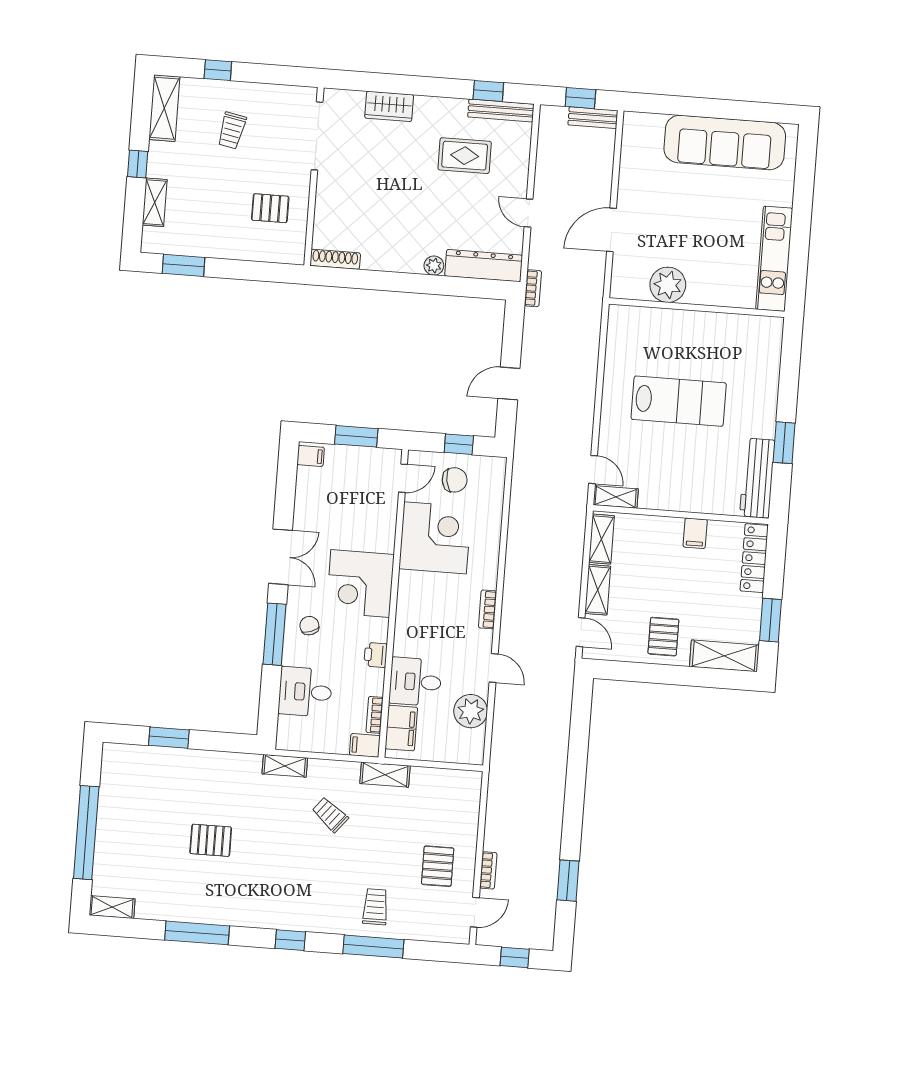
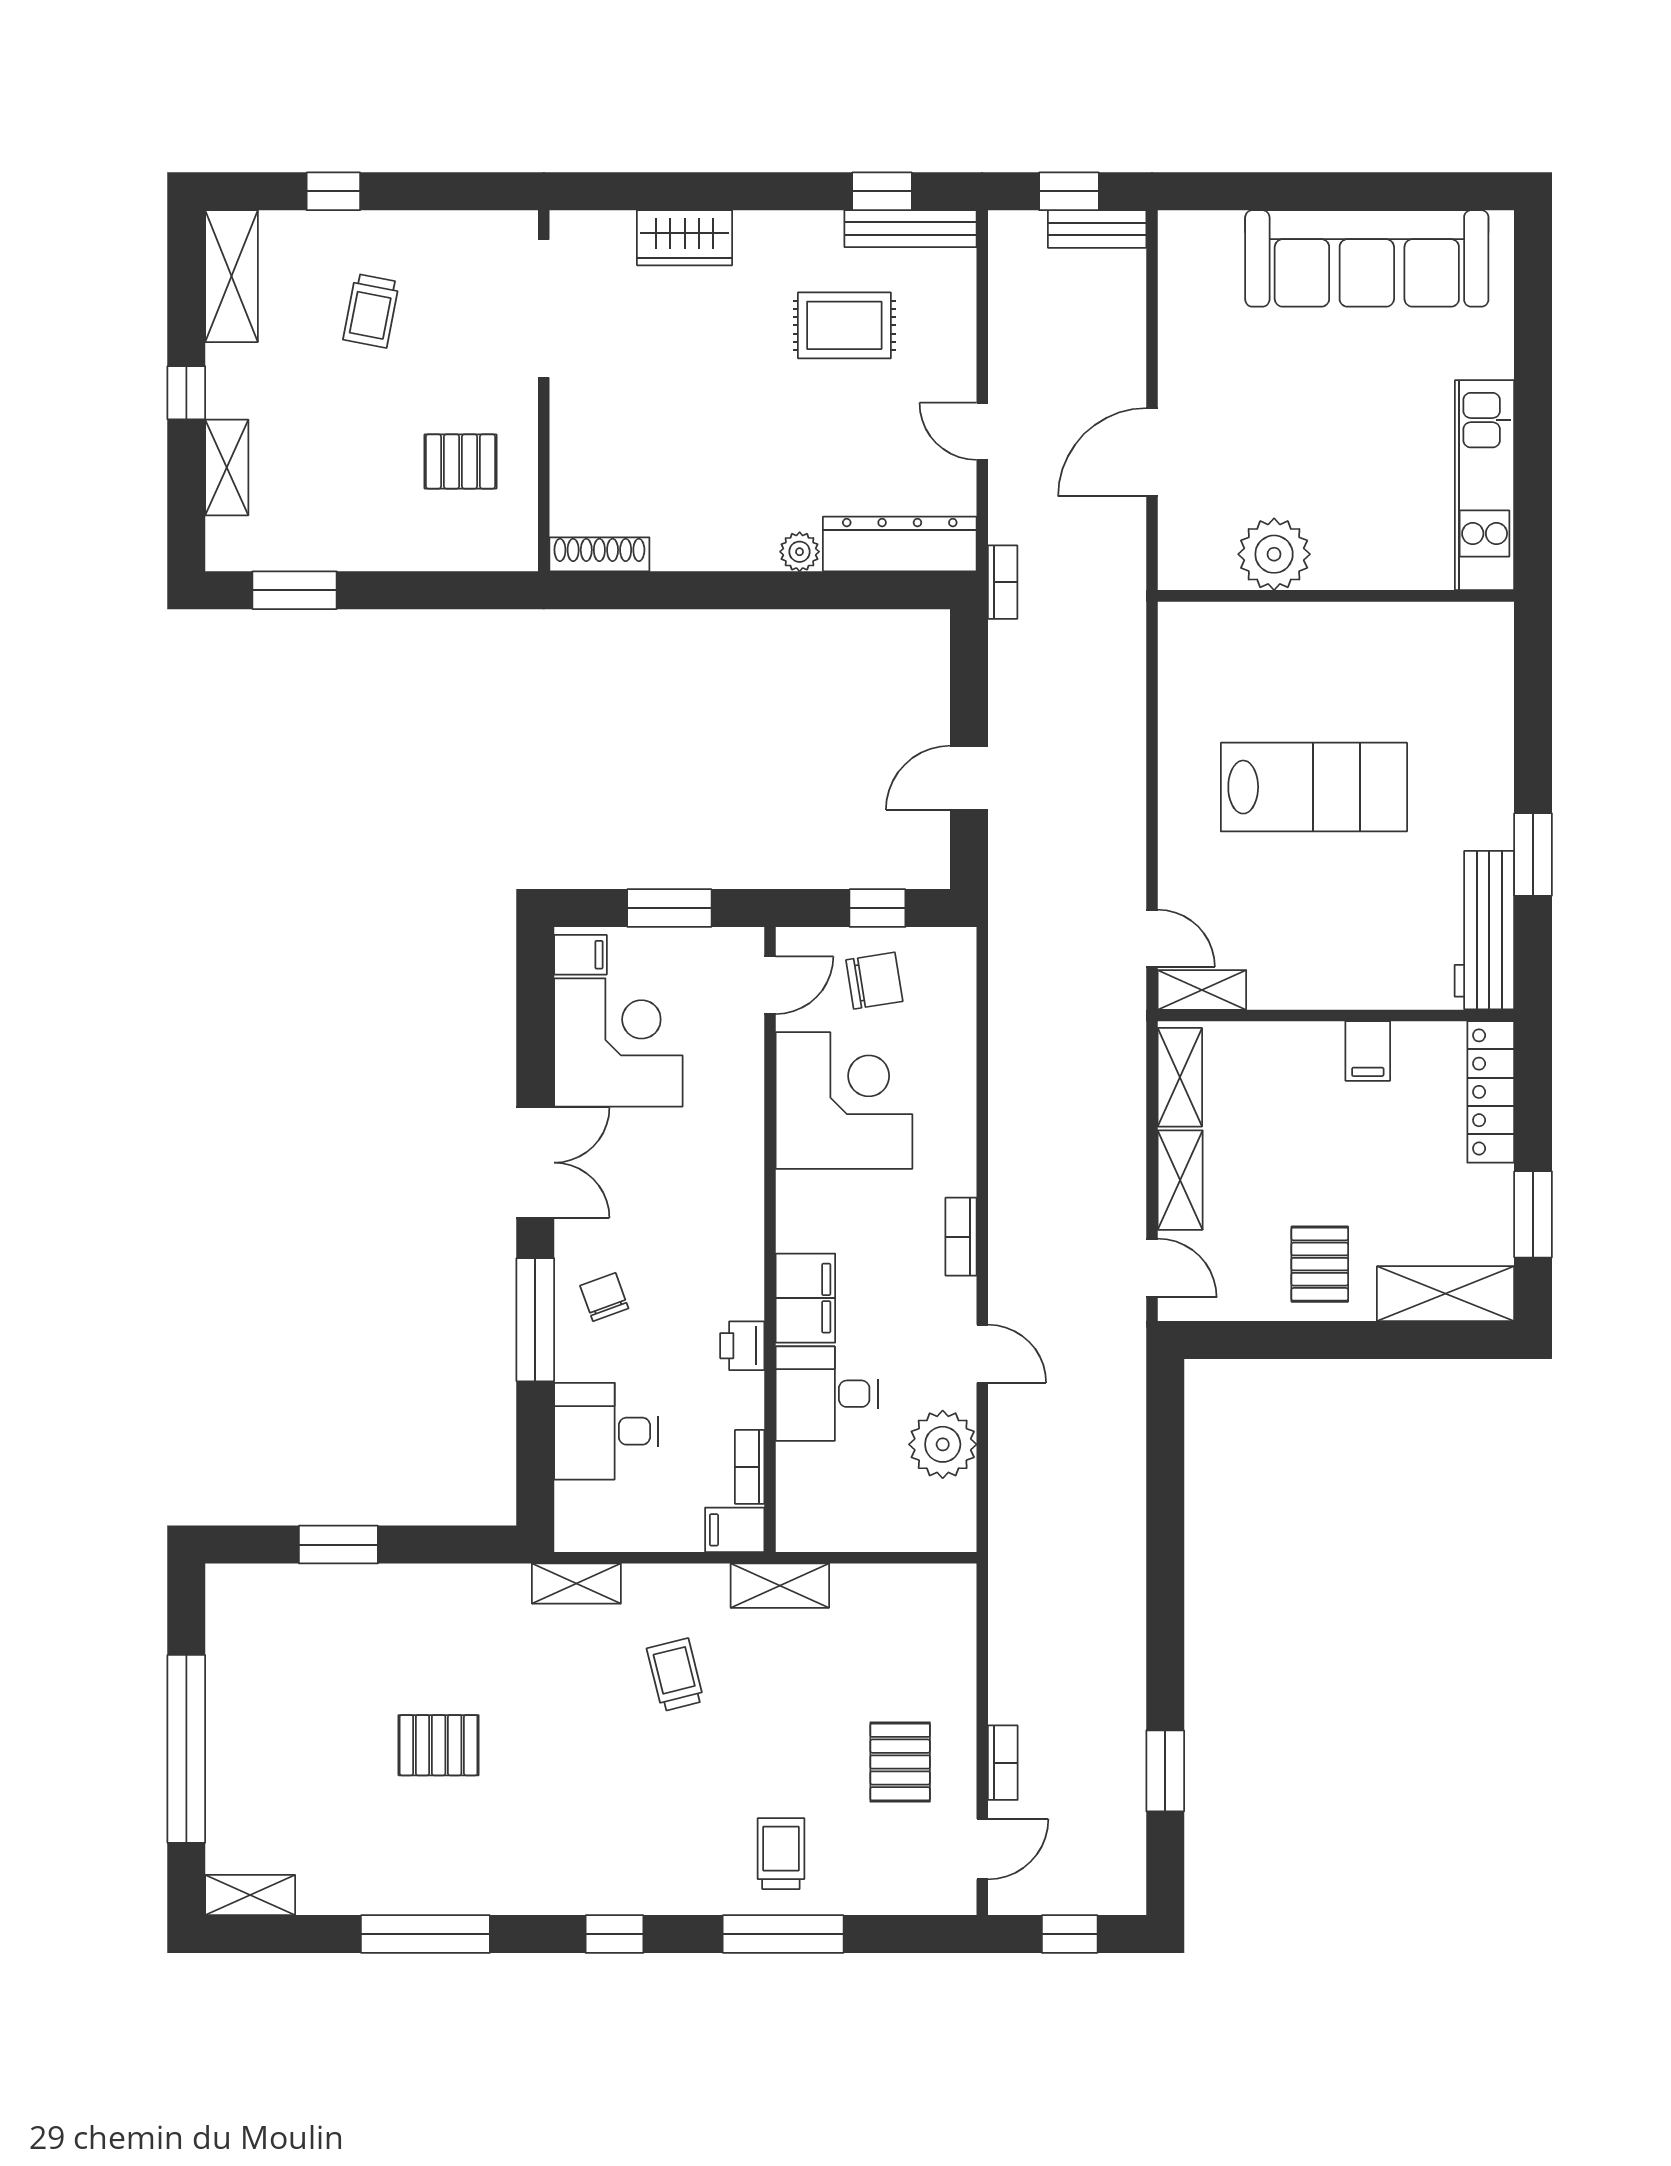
corner desk: (360, 584) -> (618, 1043), moved, turned 180
filing cabinet: (401, 728) -> (805, 1298), moved
trolley: (330, 815) -> (675, 1675), turned 37

